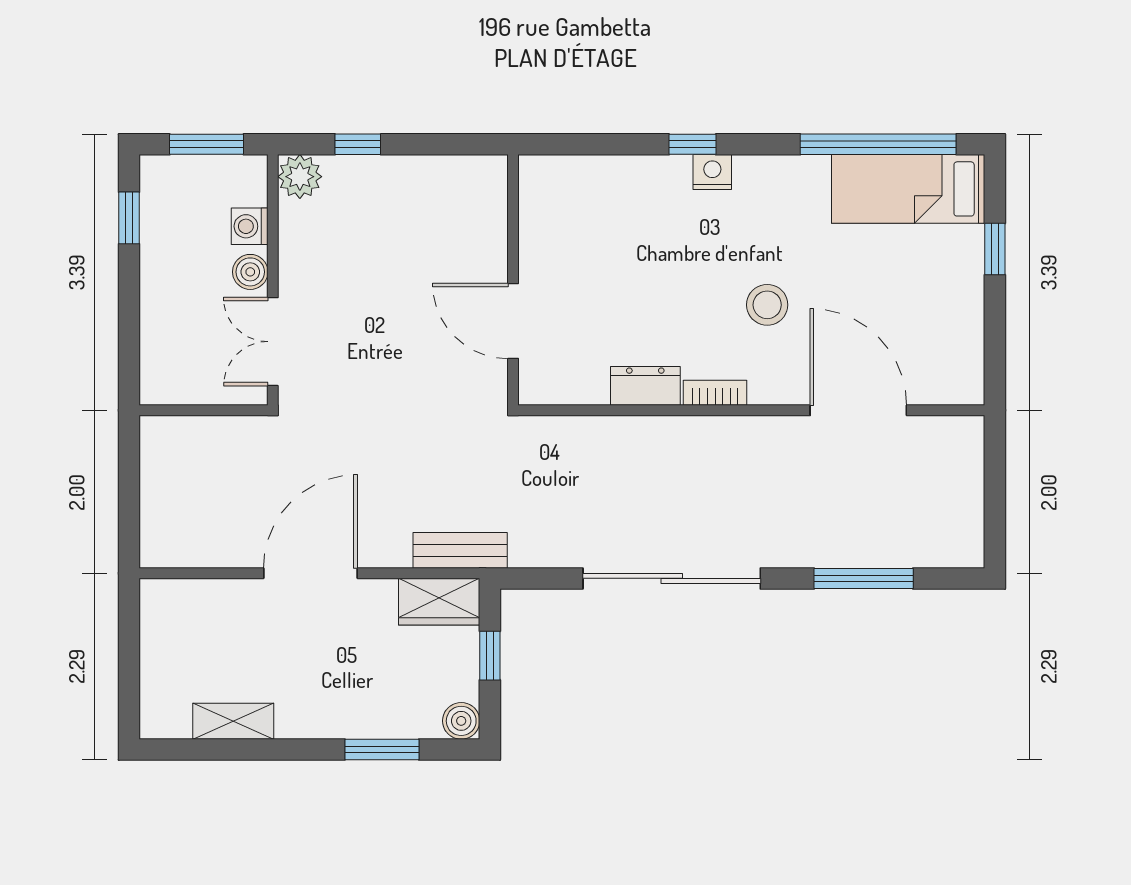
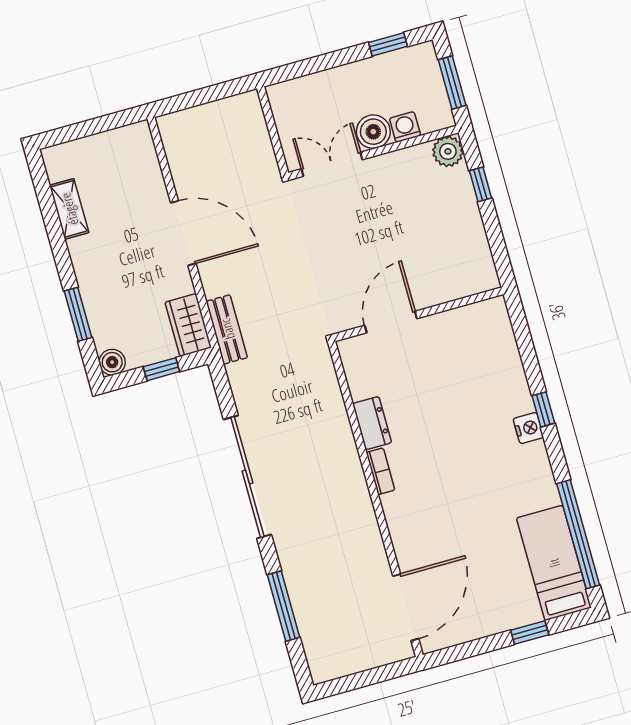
boiler: (250, 272) -> (373, 132), width x1.36, depth x1.36
stool: (767, 305) -> (449, 490), removed
door: (858, 410) -> (406, 607), moved

